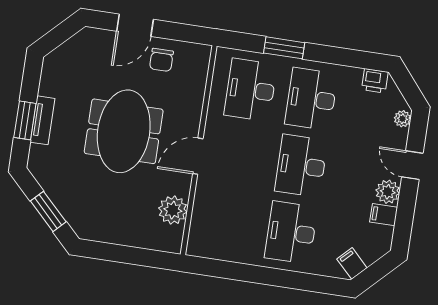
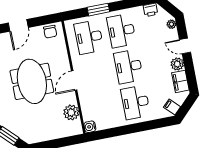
chair: (161, 60) -> (50, 32), moved
filing cabinet: (384, 215) -> (180, 81), width x2.00
water cooler: (196, 247) -> (90, 127), added

